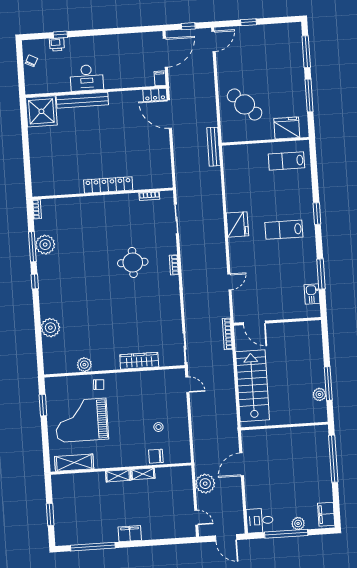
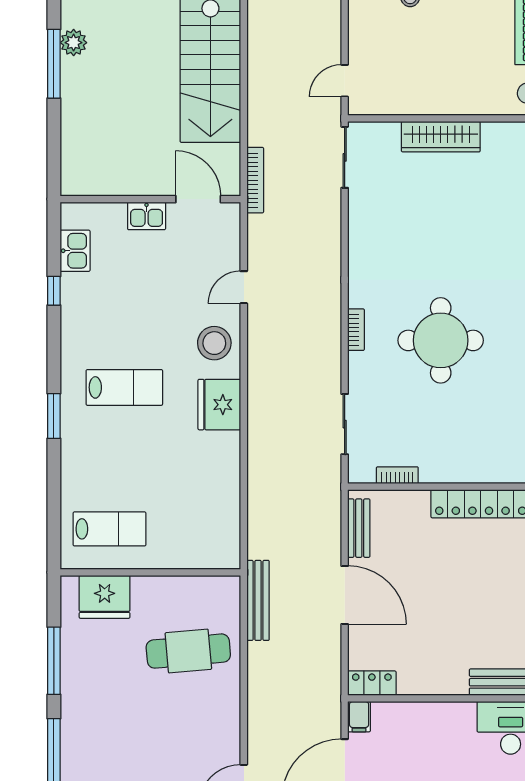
cafe table: (245, 104) -> (188, 651), turned -49
door: (169, 114) -> (345, 595), moved
bench: (214, 147) -> (258, 600), moved
bench: (166, 169) -> (359, 528), added
stool: (242, 254) -> (214, 343), added
round table: (133, 262) -> (441, 340), width x1.36, depth x1.36
window: (321, 274) -> (54, 291), width x0.46
kitchen sink: (279, 313) -> (147, 216), added
door: (187, 385) -> (345, 81), hinge flipped

